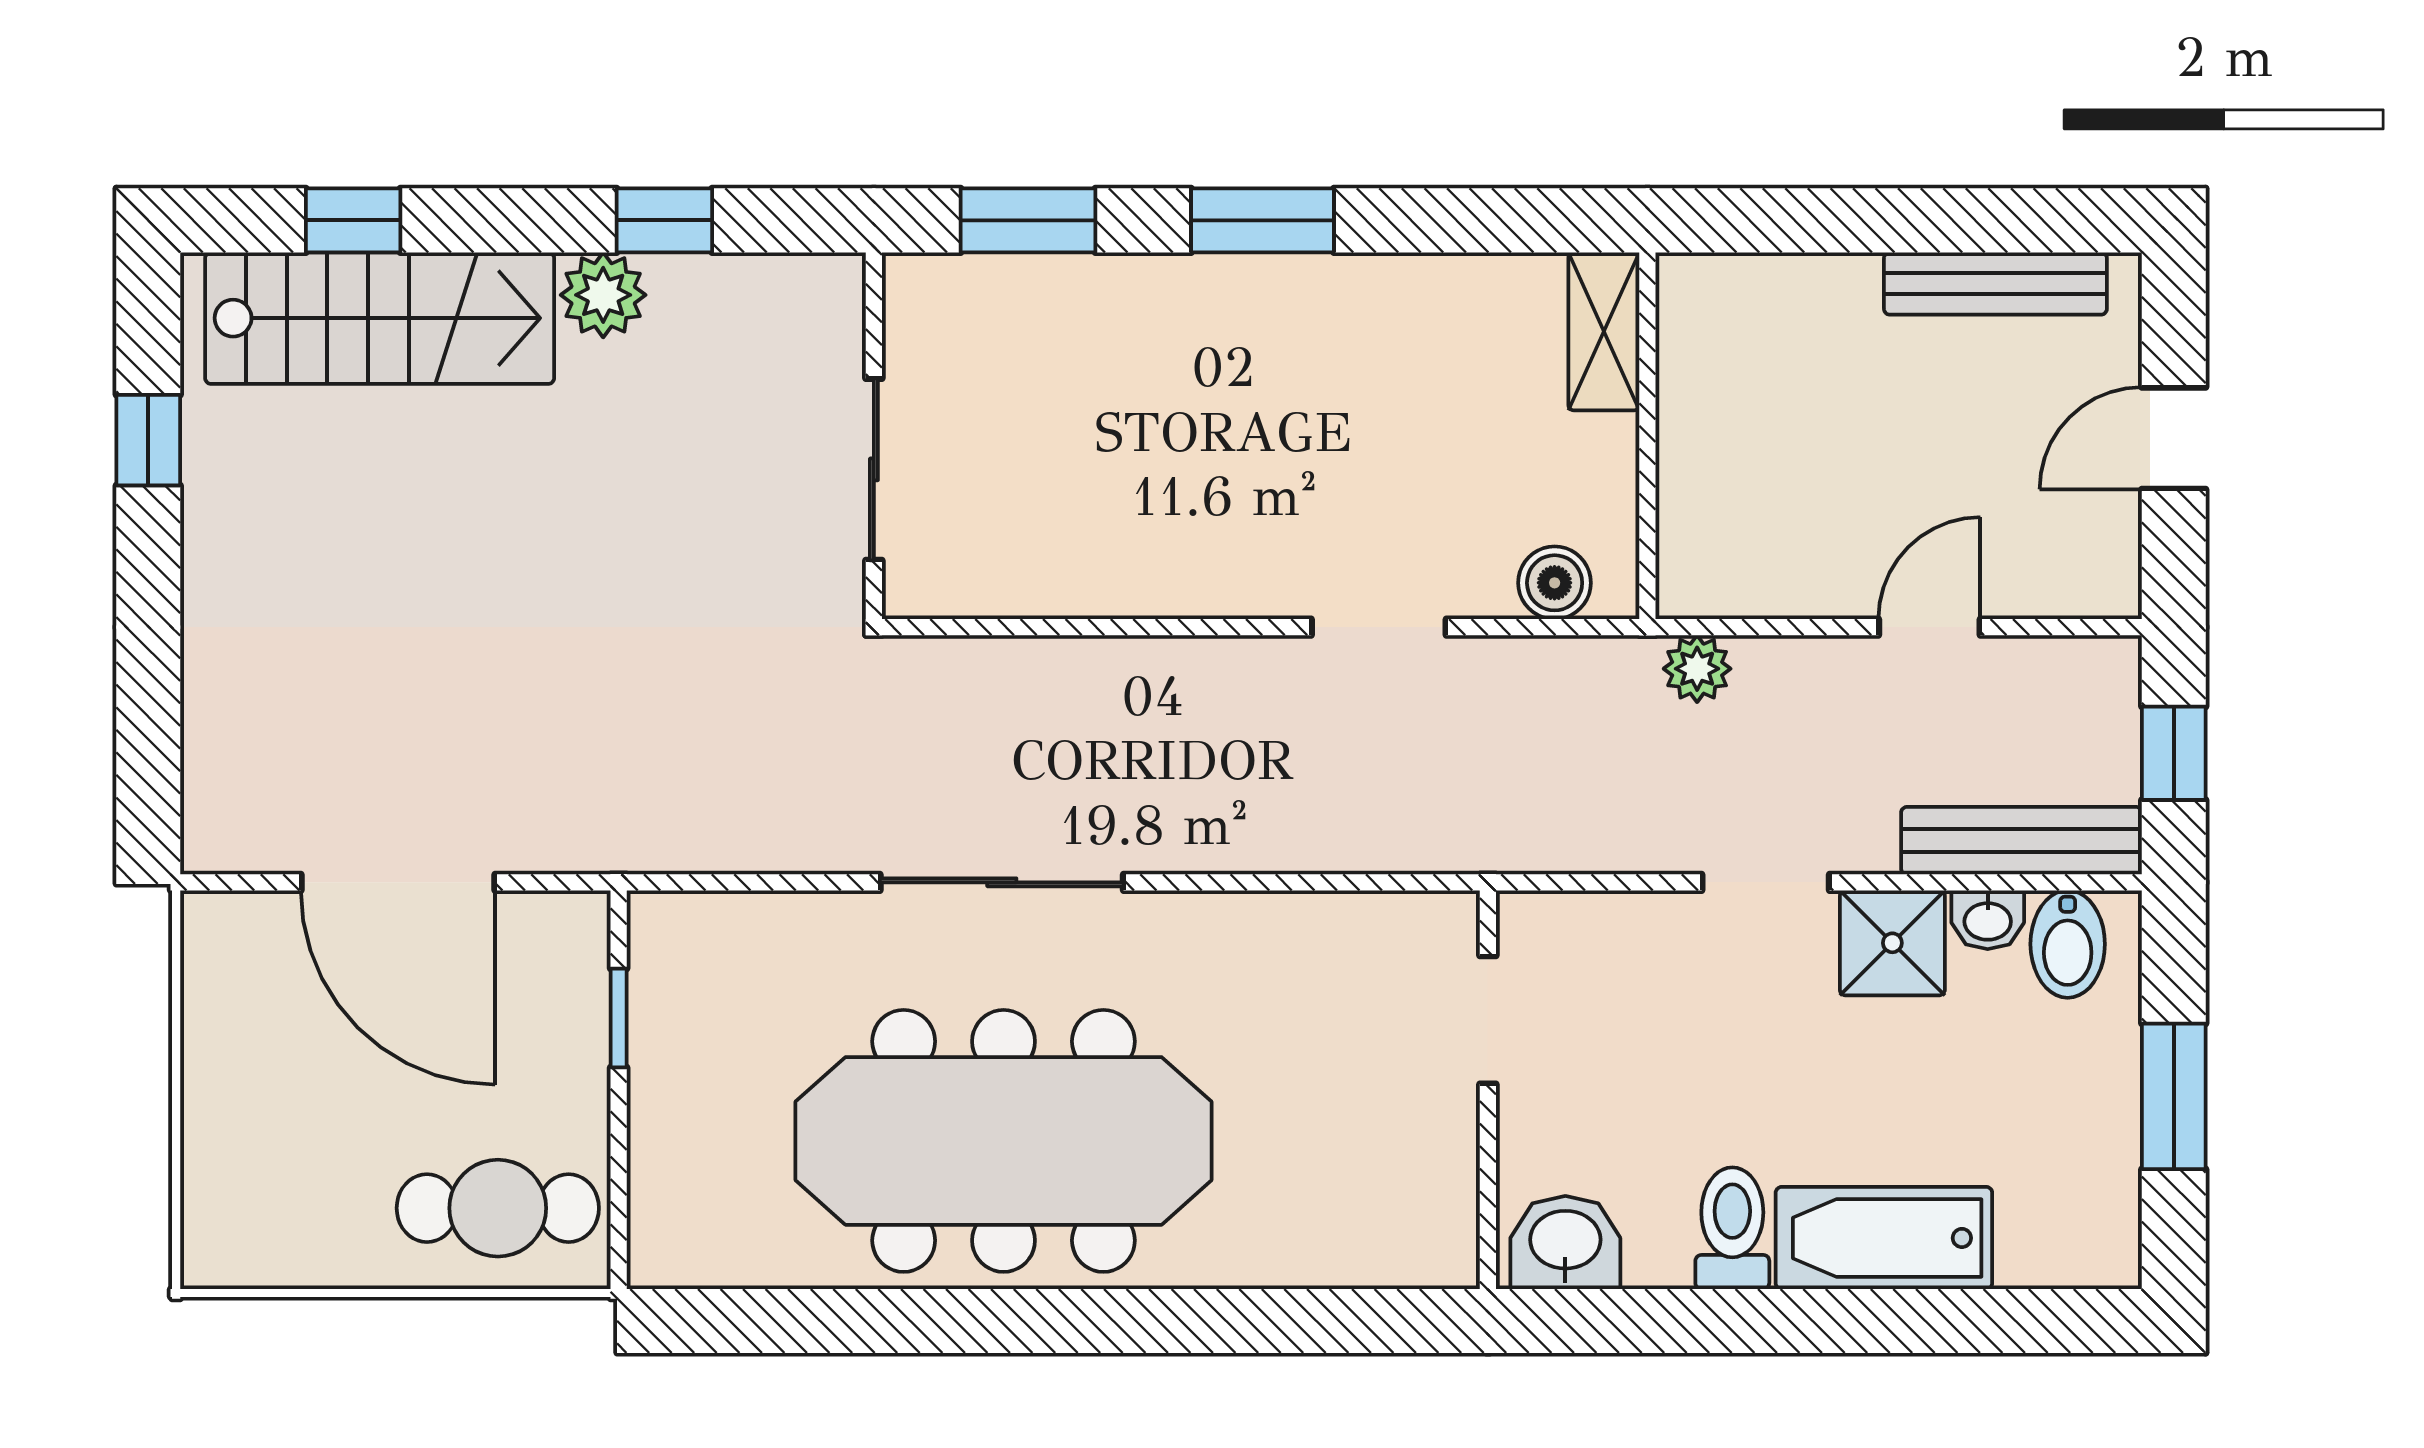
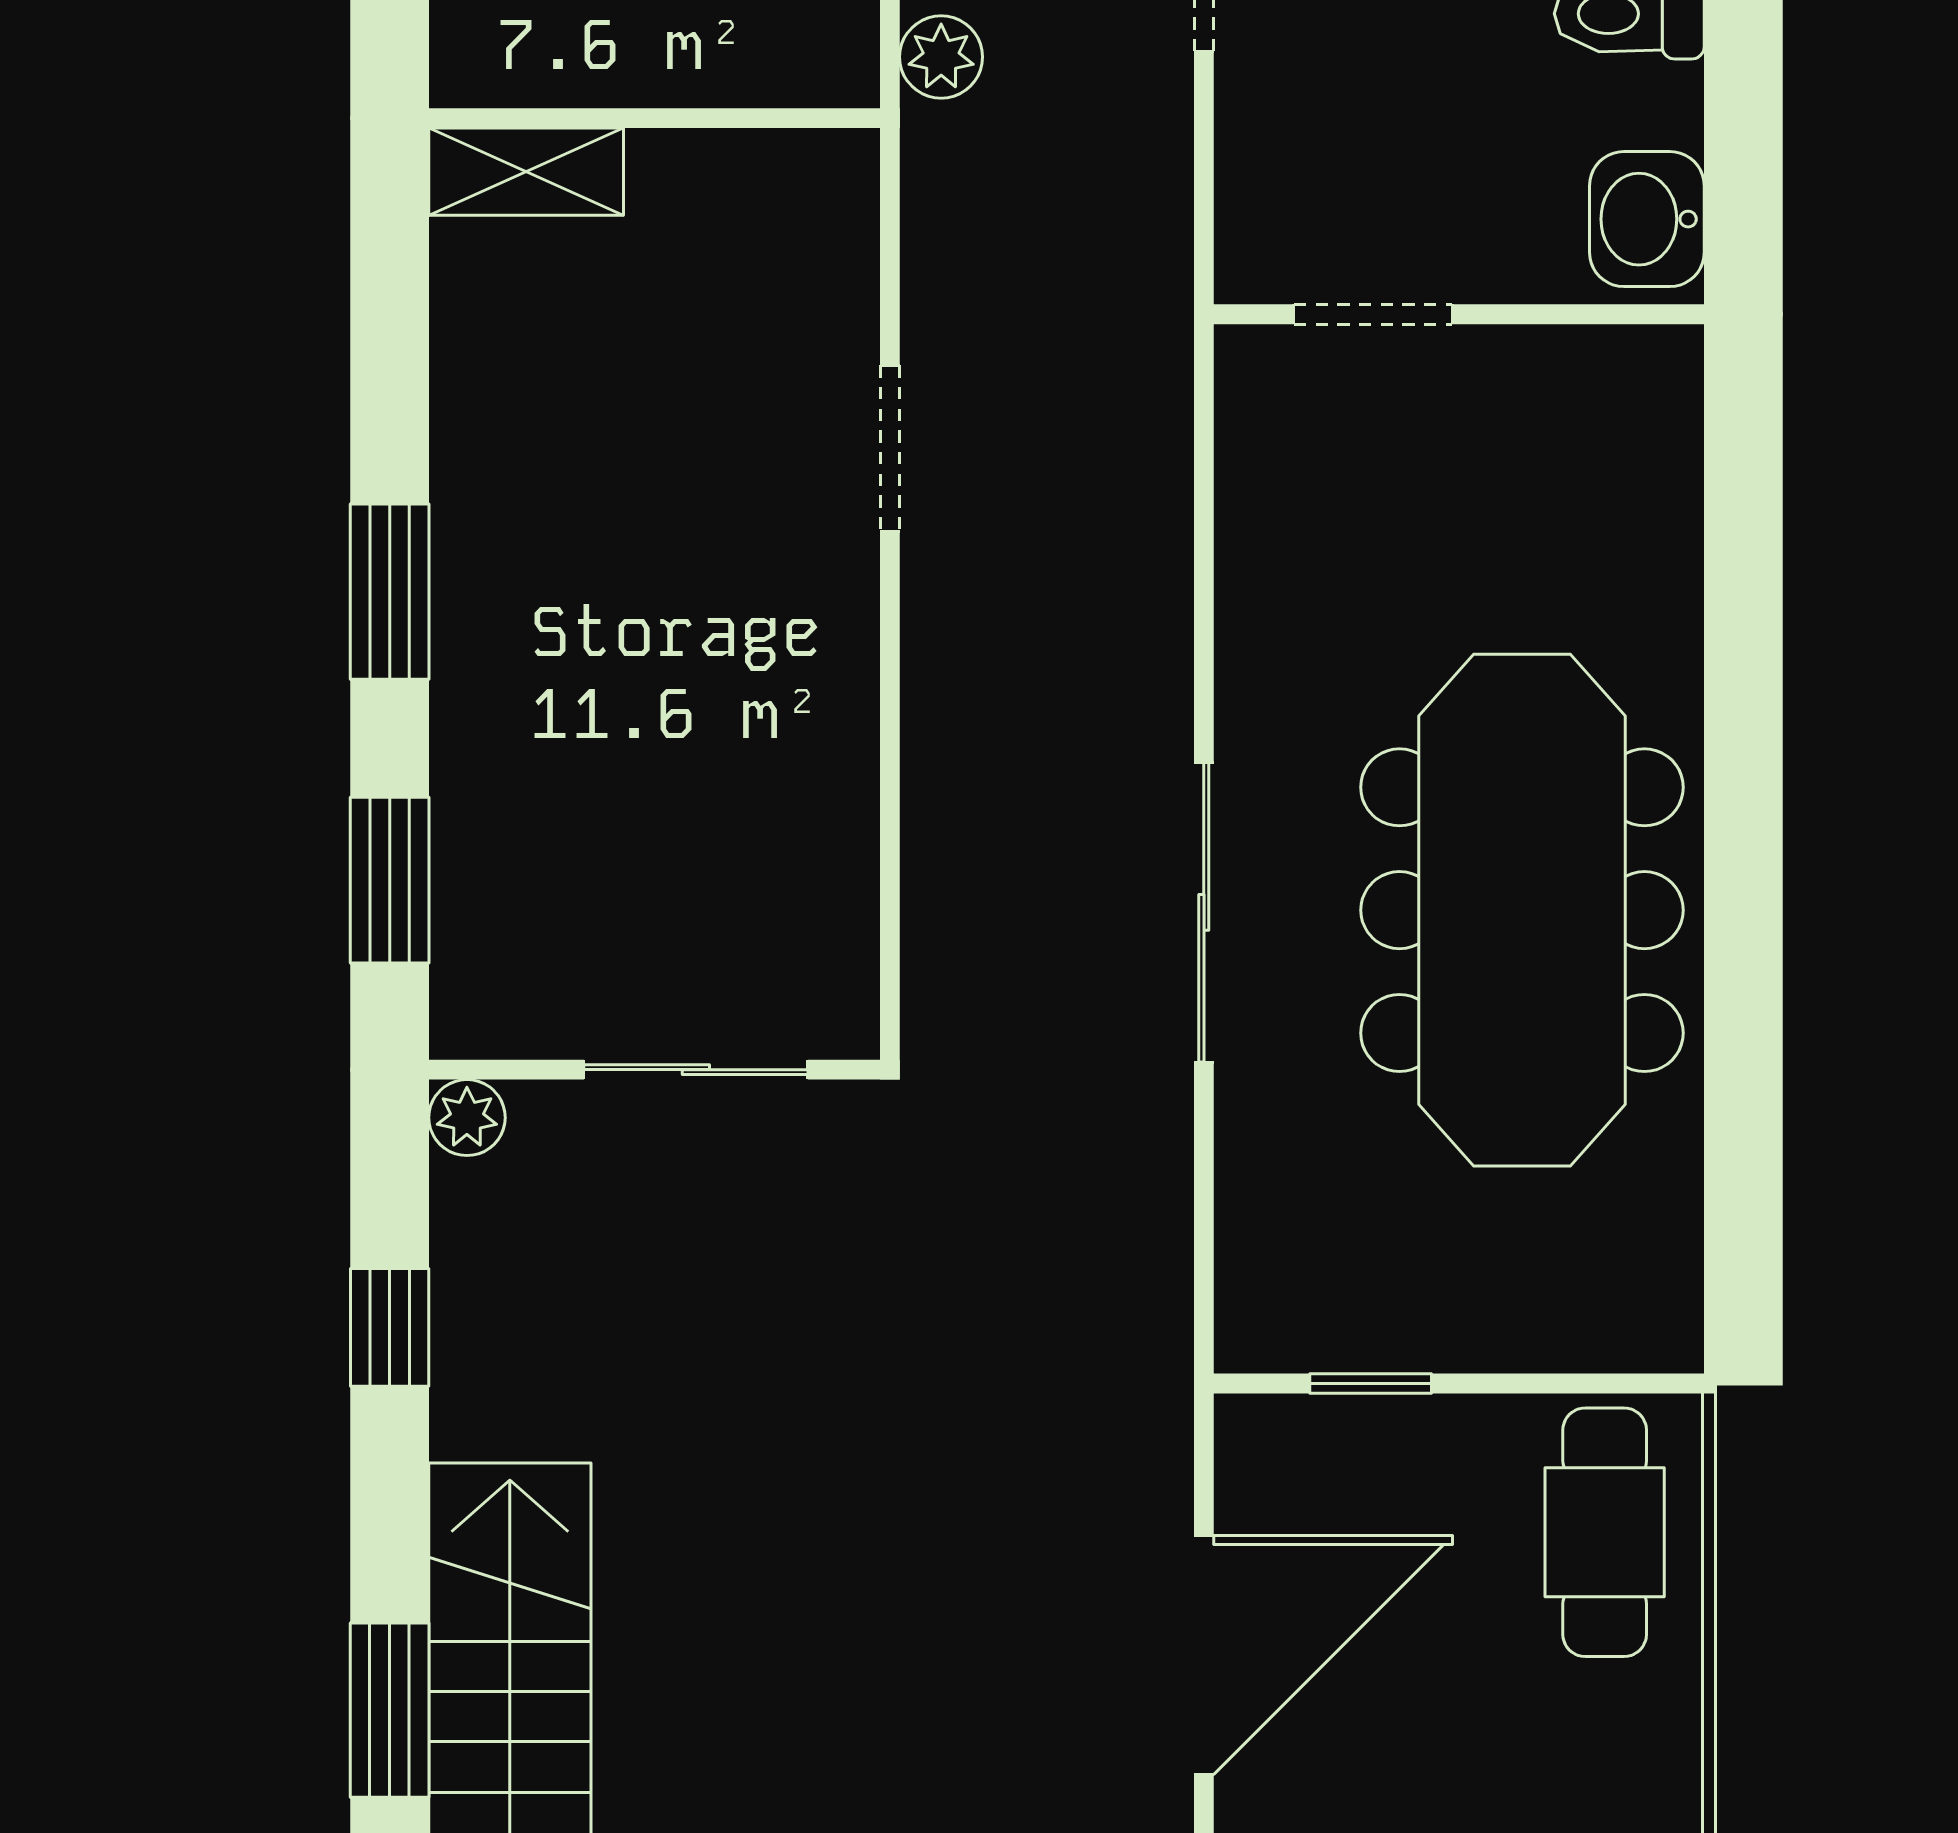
window: (353, 220) -> (390, 1710), width x1.50
plant: (603, 295) -> (467, 1118), moved, width x0.73, depth x0.73
boiler: (1555, 583) -> (835, 232), removed

